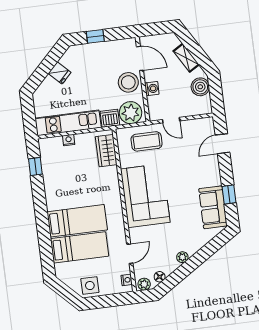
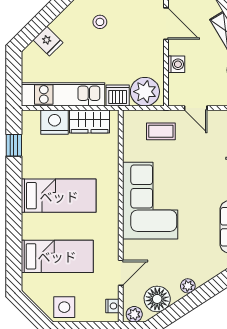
fridge: (60, 73) -> (48, 41), moved
stool: (128, 82) -> (100, 22), moved, width x0.53, depth x0.53
nightstand: (69, 140) -> (55, 122), width x1.89, depth x1.79
coffee table: (147, 141) -> (161, 131), width x0.73, depth x0.77
wardrobe: (106, 151) -> (90, 121), moved, turned -90
bed: (77, 221) -> (59, 196), moved
floor lamp: (160, 277) -> (157, 299), width x1.89, depth x1.89

